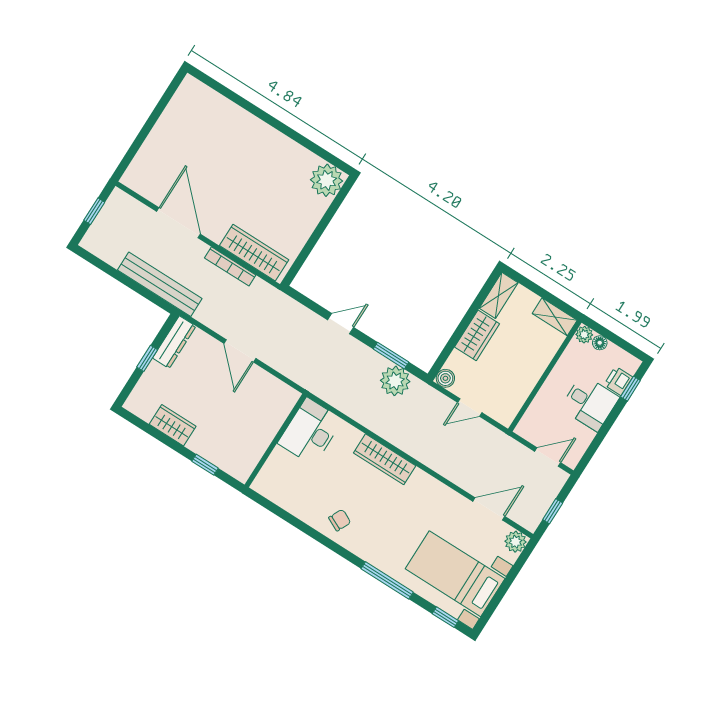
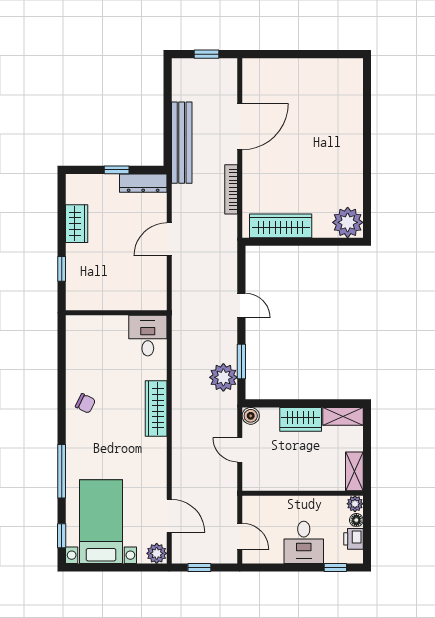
wardrobe: (254, 253) -> (281, 226), moved, turned -90
printer: (618, 381) -> (353, 539), moved, turned -90
desk: (310, 432) -> (148, 336), width x0.73

